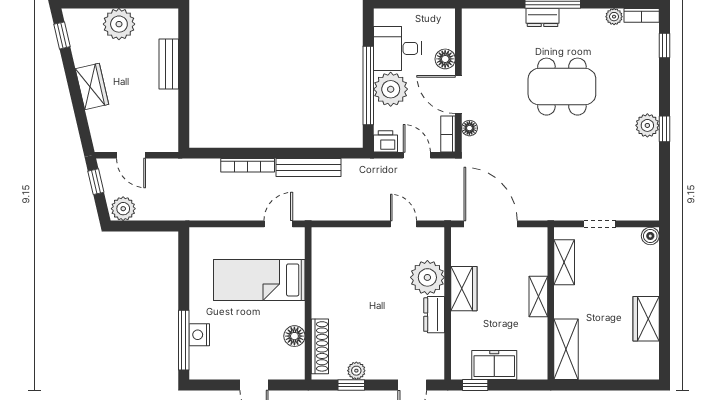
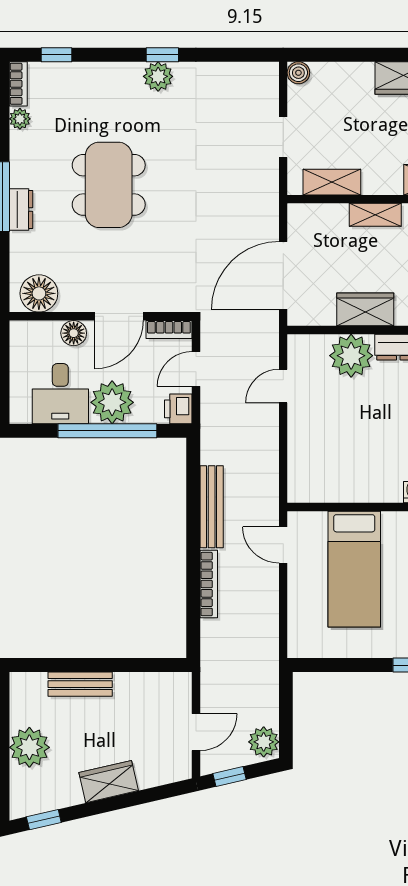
floor lamp: (469, 128) -> (39, 293), moved, width x1.89, depth x1.89

